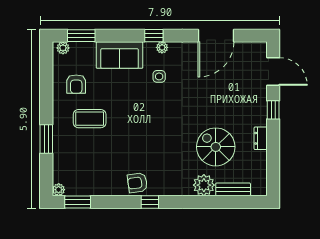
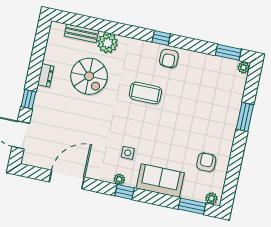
coffee table: (90, 119) -> (145, 93), moved
armchair: (137, 183) -> (169, 58), turned 98

